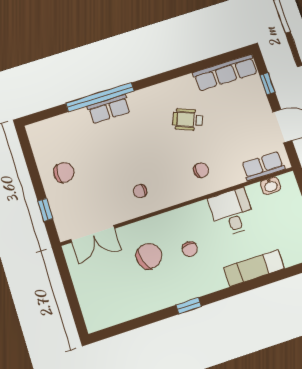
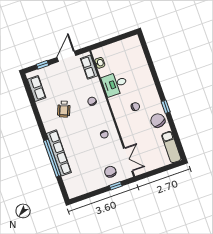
row of seats: (225, 73) -> (37, 88), width x0.68
row of seats: (109, 109) -> (59, 153), width x2.02
chair: (64, 172) -> (110, 172), moved
chair: (149, 256) -> (158, 121), moved
exam couch: (254, 268) -> (171, 147), moved

